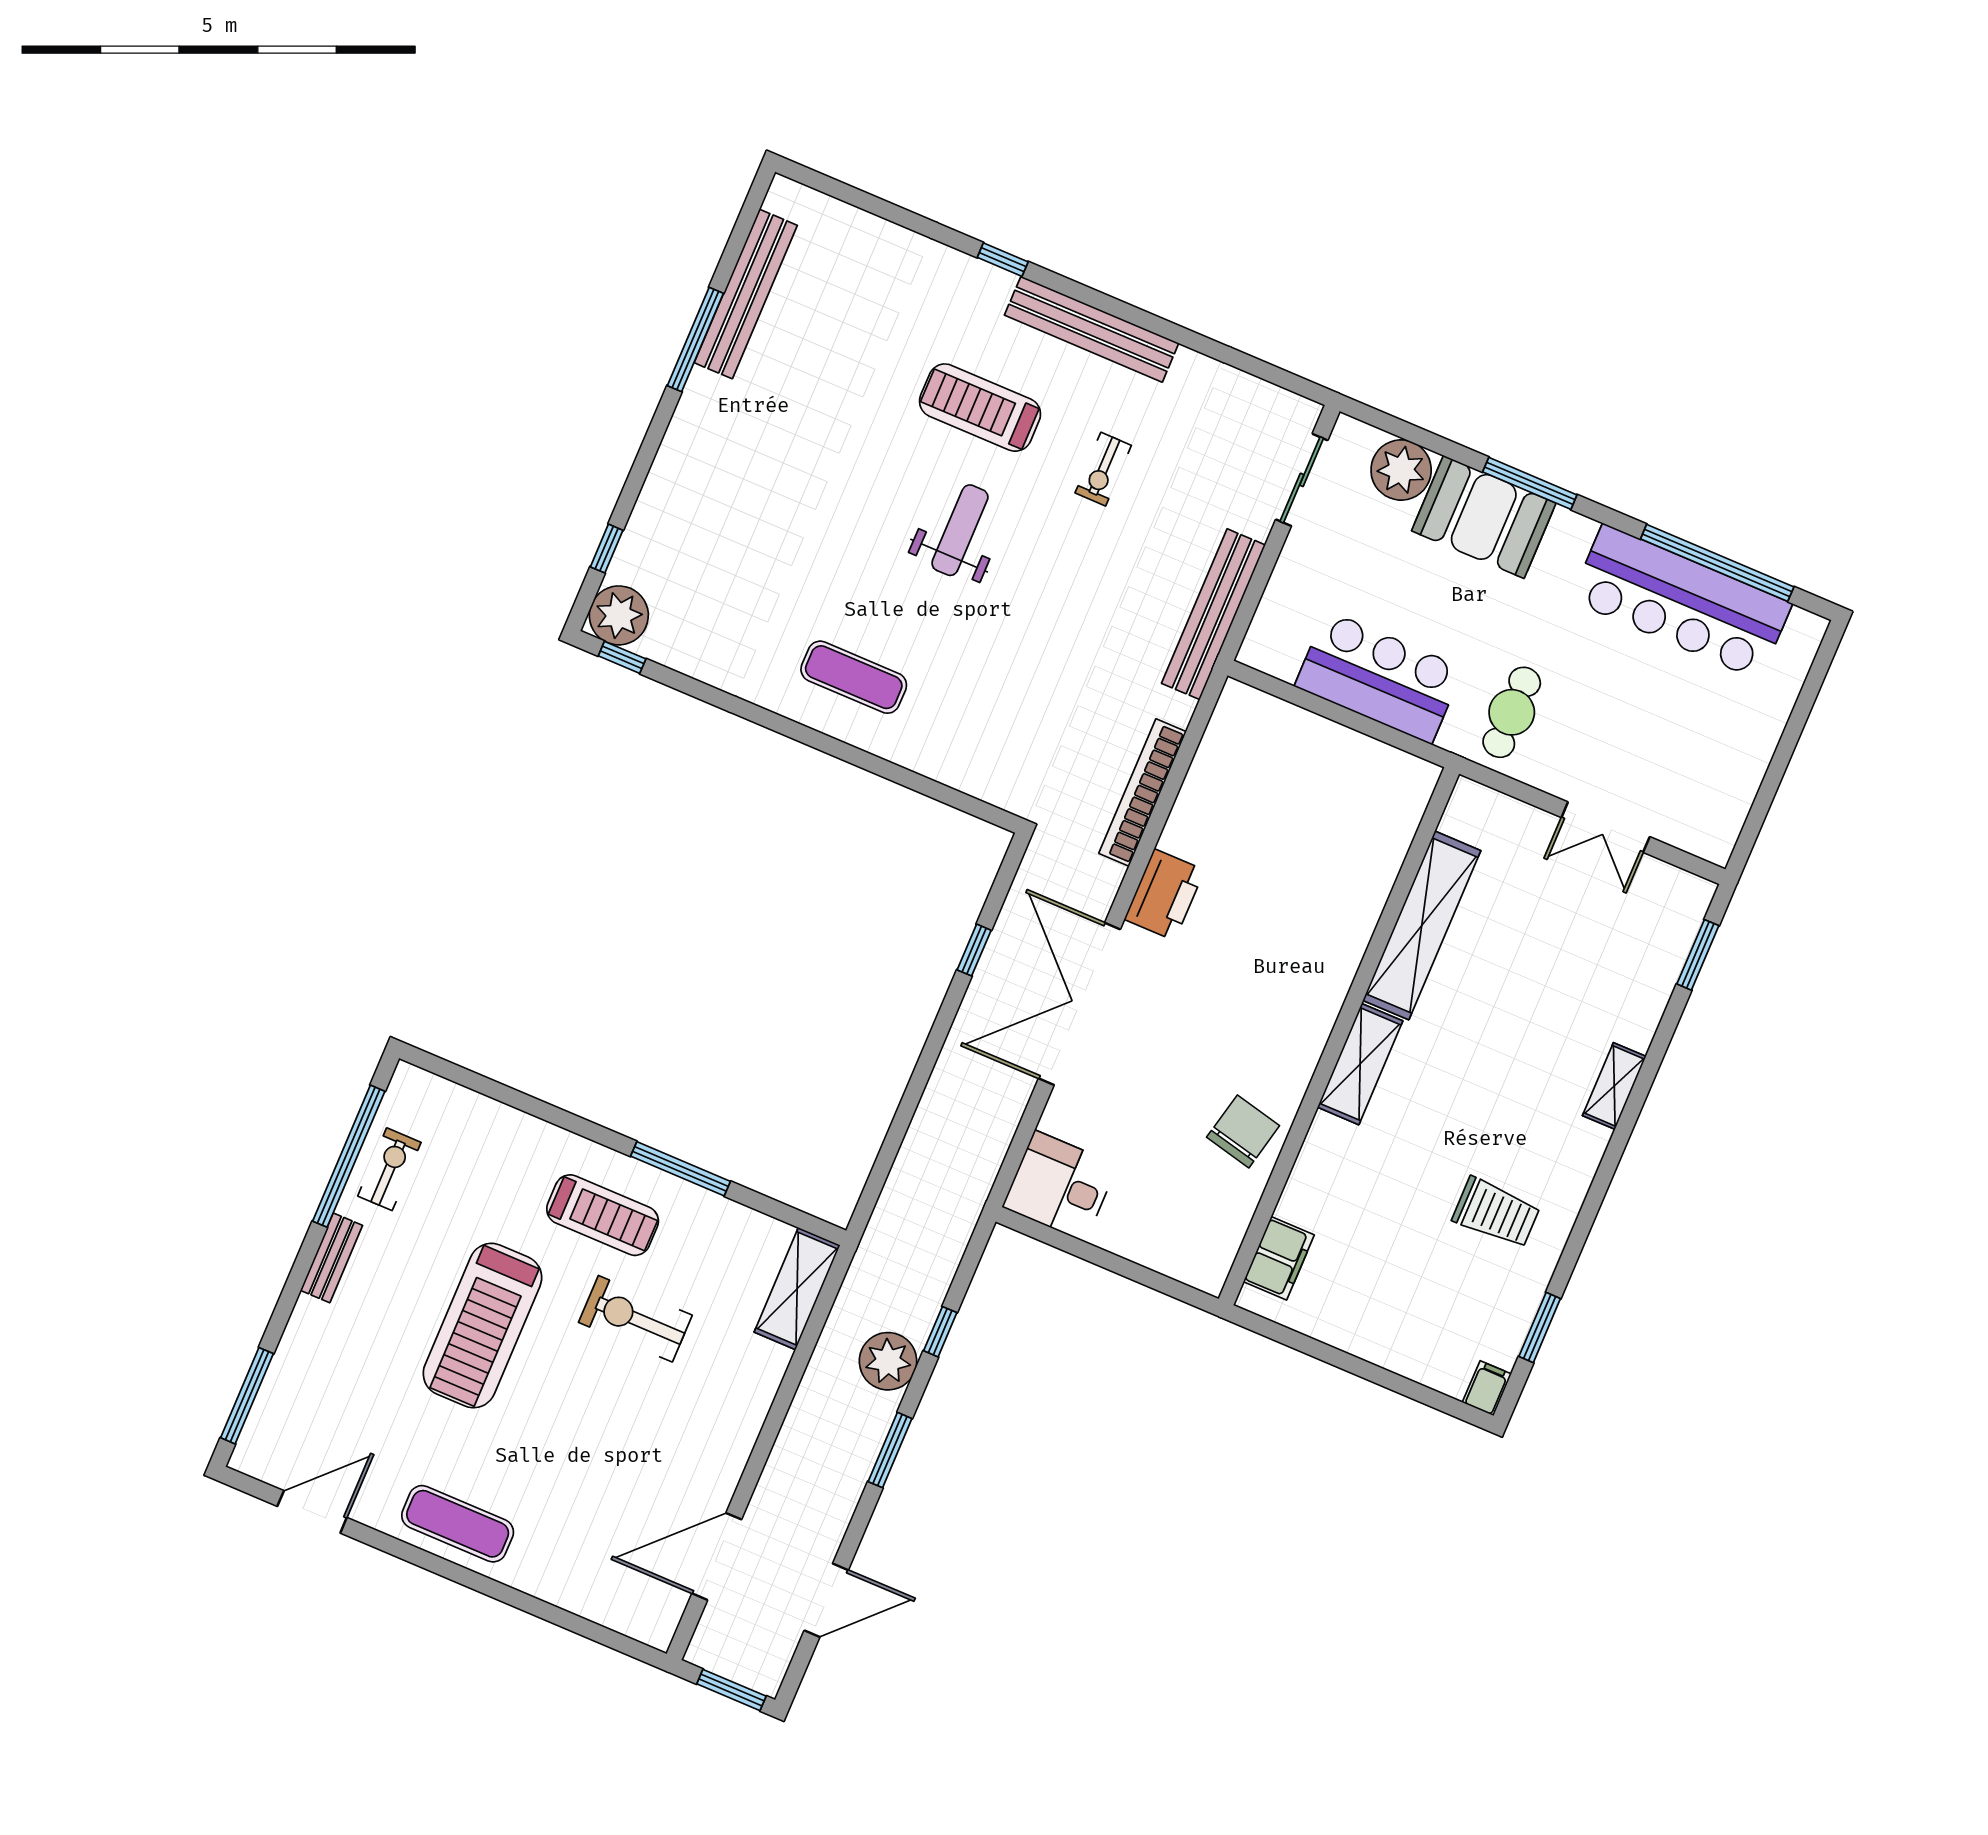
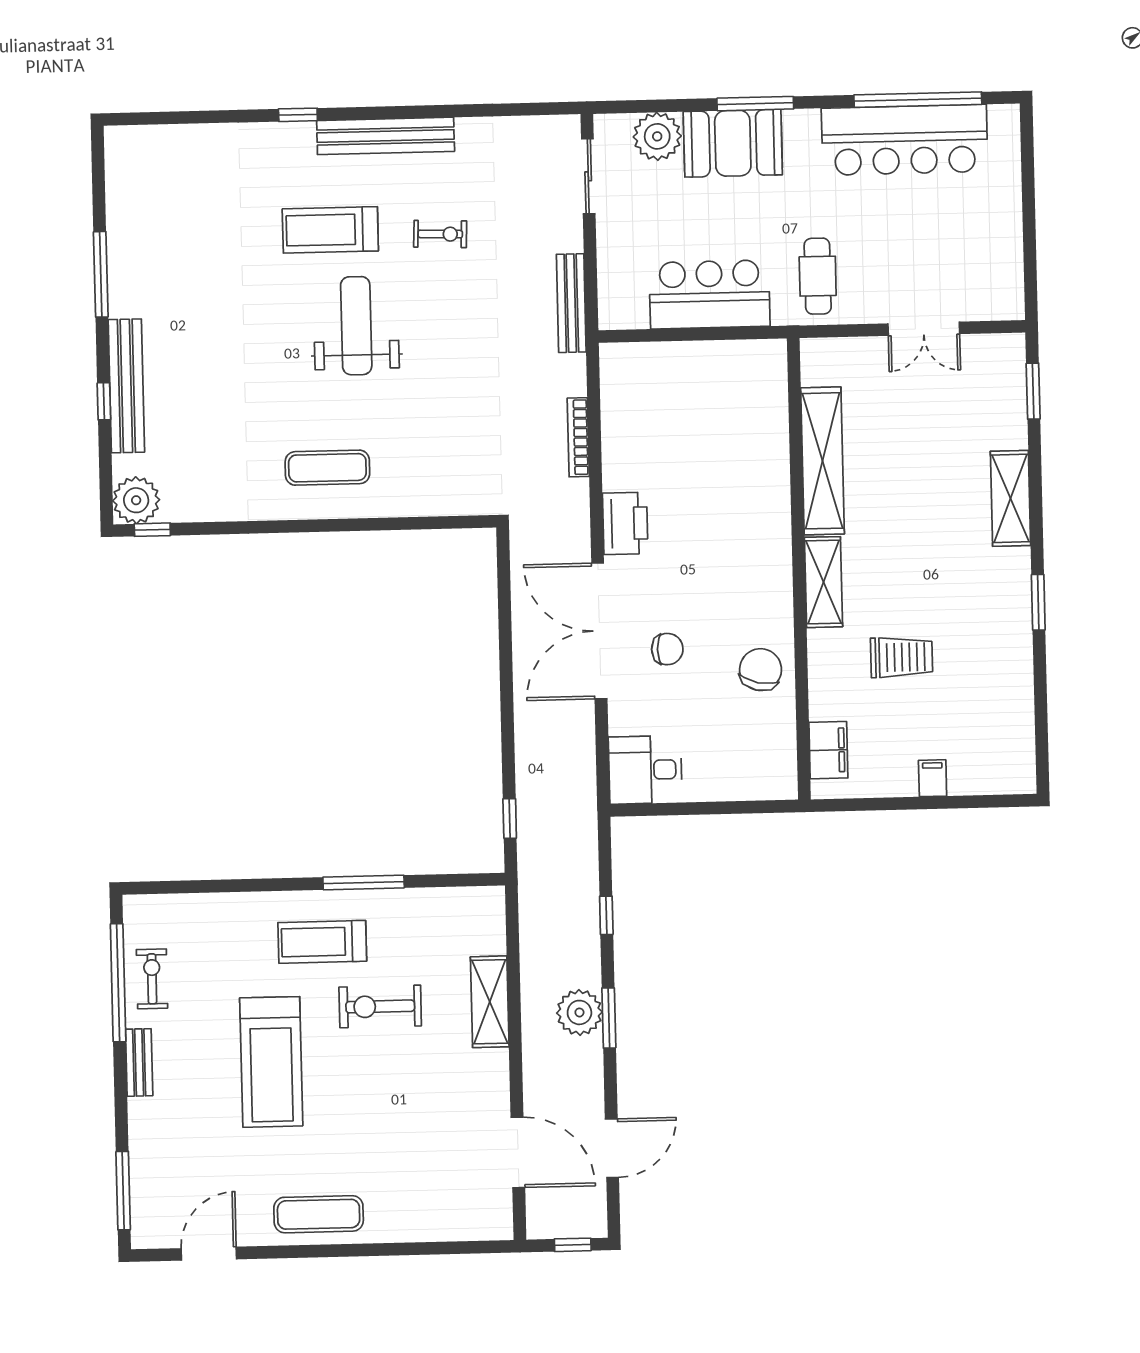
bench: (746, 294) -> (126, 386), moved
exercise bike: (1103, 469) -> (440, 234), turned -88
weight bench: (960, 530) -> (356, 326), width x1.36, depth x1.33
window: (607, 549) -> (104, 401), moved
bench: (1214, 614) -> (571, 303), width x0.73, depth x0.82
bookcase: (1143, 792) -> (578, 437), width x0.68, depth x0.76
window: (974, 950) -> (510, 818), moved
chair: (1147, 1060) -> (667, 649), added
shelving: (1614, 1086) -> (1010, 498), width x1.50, depth x1.33
trolley: (1496, 1213) -> (901, 657), moved
treadmill: (603, 1215) -> (322, 942), turned 180
shelving: (797, 1289) -> (490, 1002), moved
window: (1540, 1328) -> (1038, 602), moved
plant: (888, 1361) -> (579, 1012), moved
filing cabinet: (1487, 1388) -> (933, 778), moved
door: (717, 1556) -> (518, 1152), swing flipped
window: (731, 1690) -> (573, 1245), width x0.67

